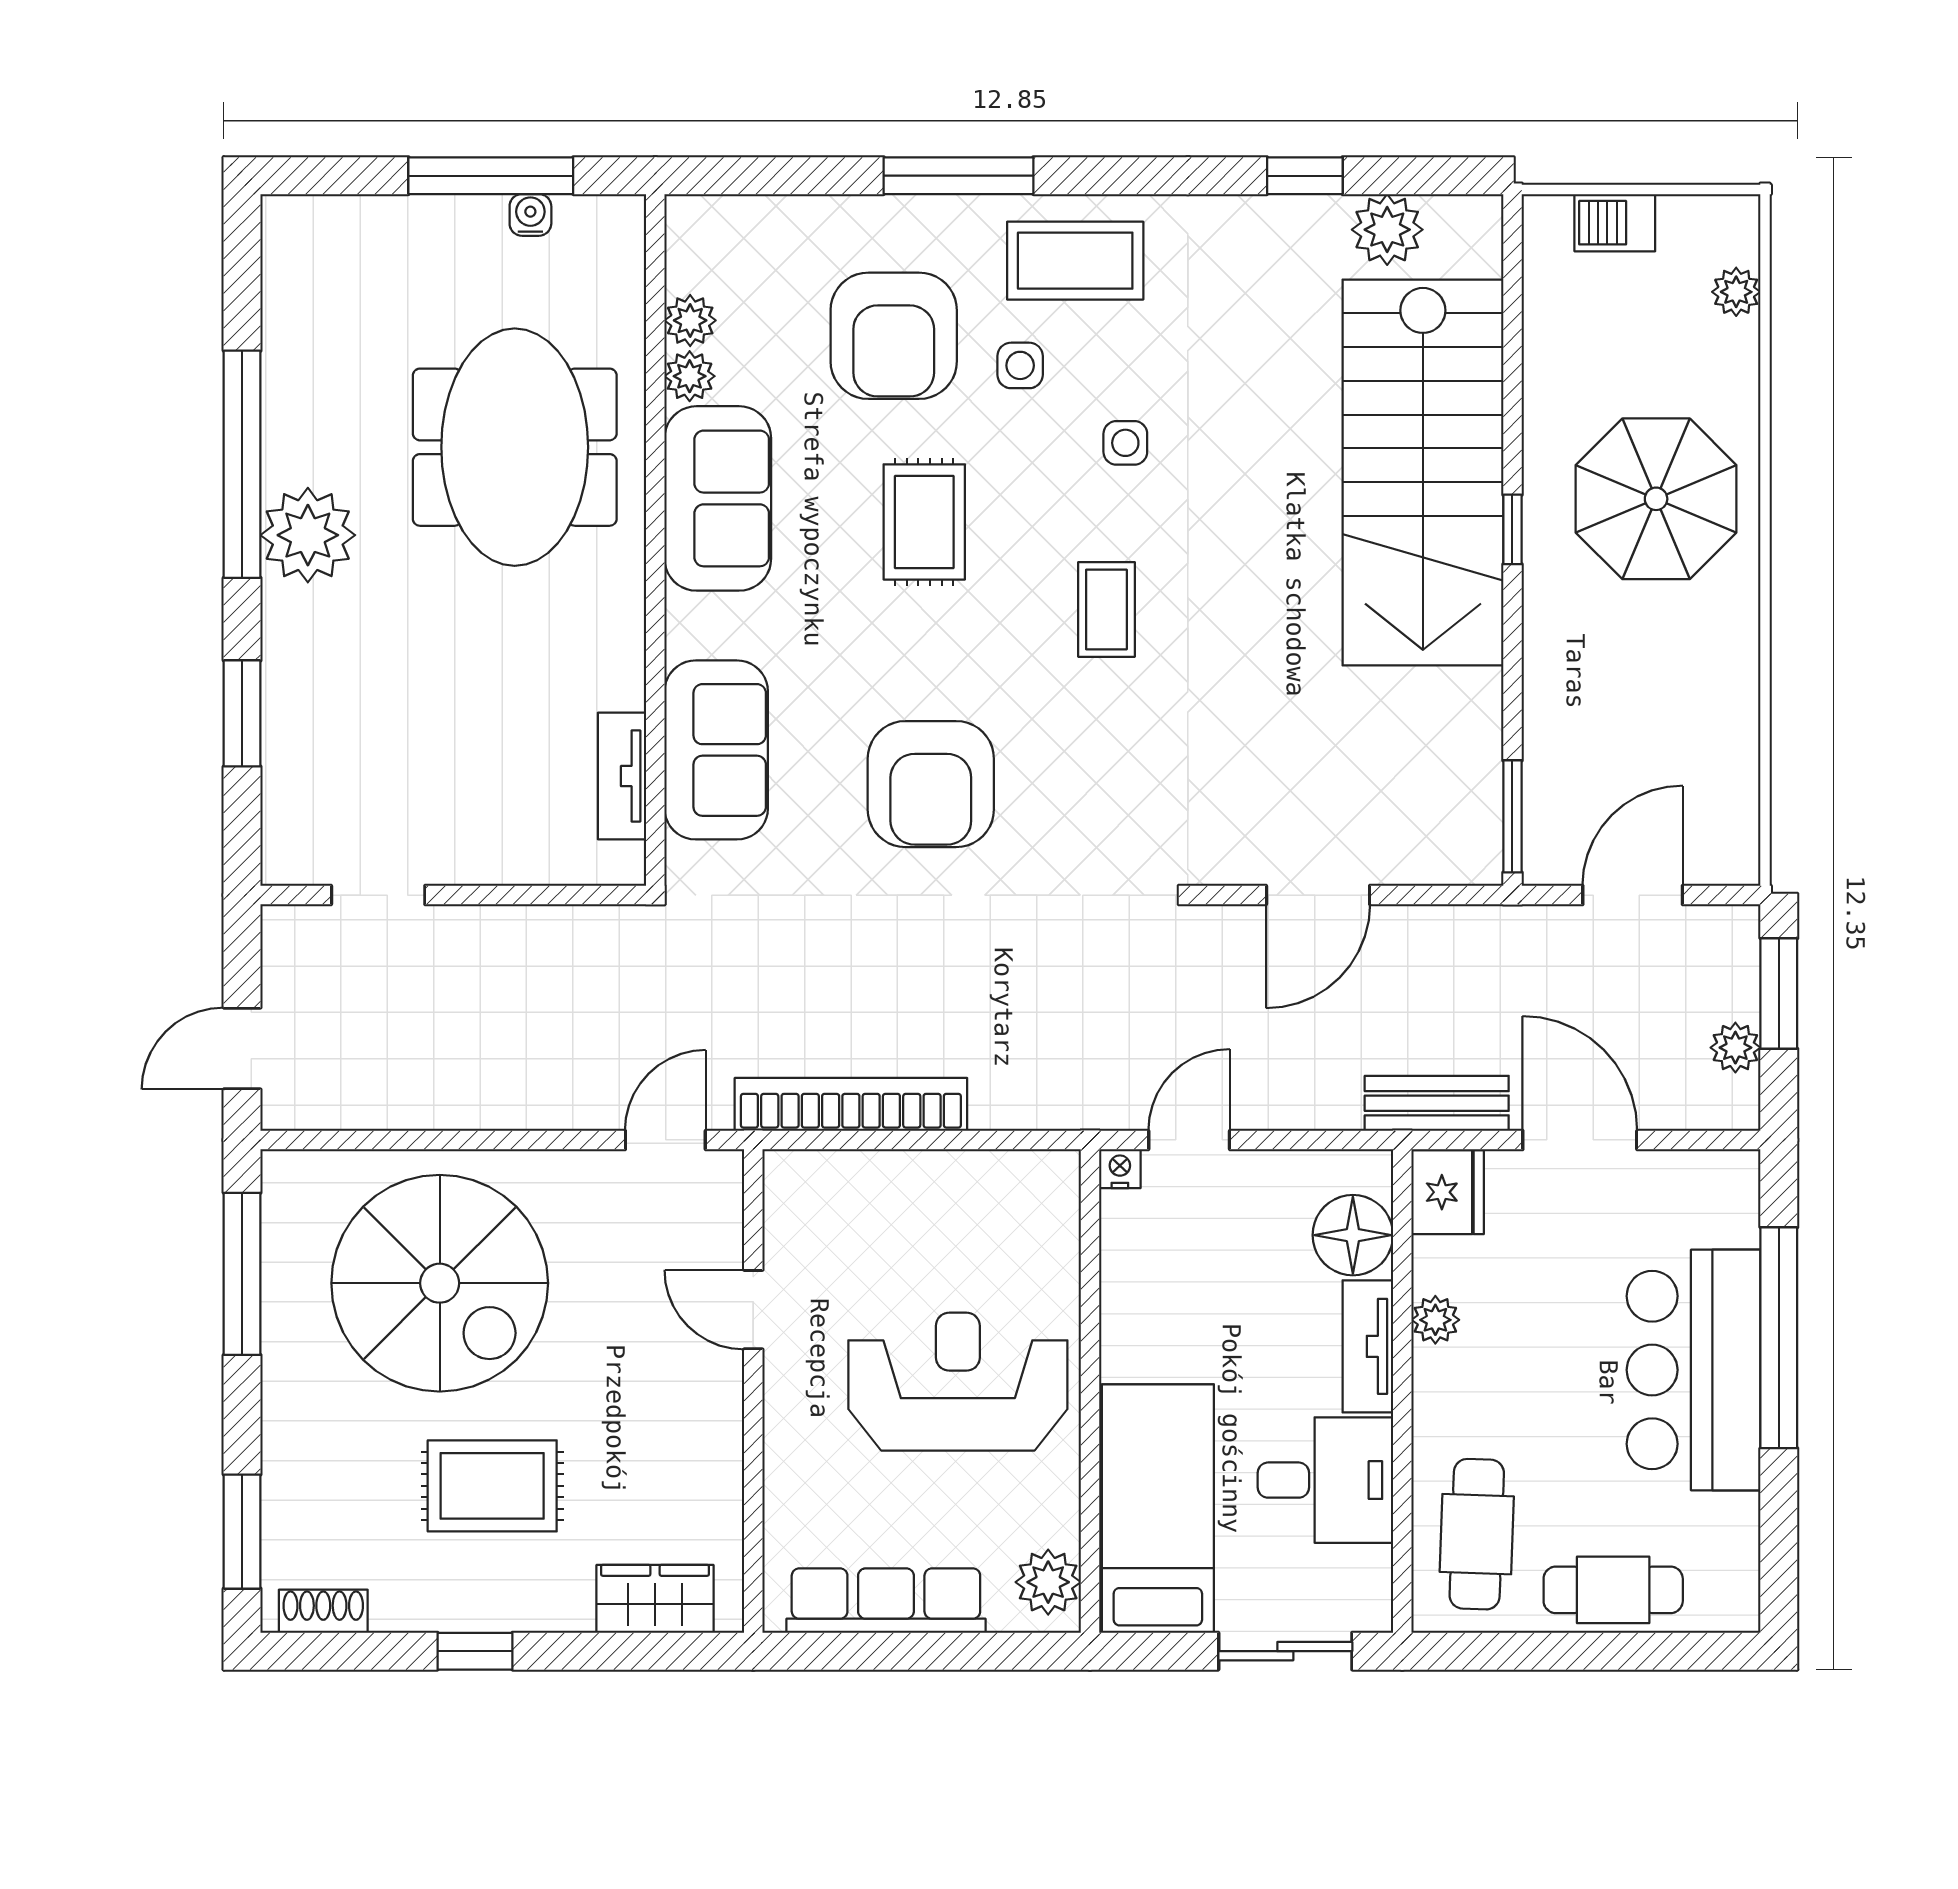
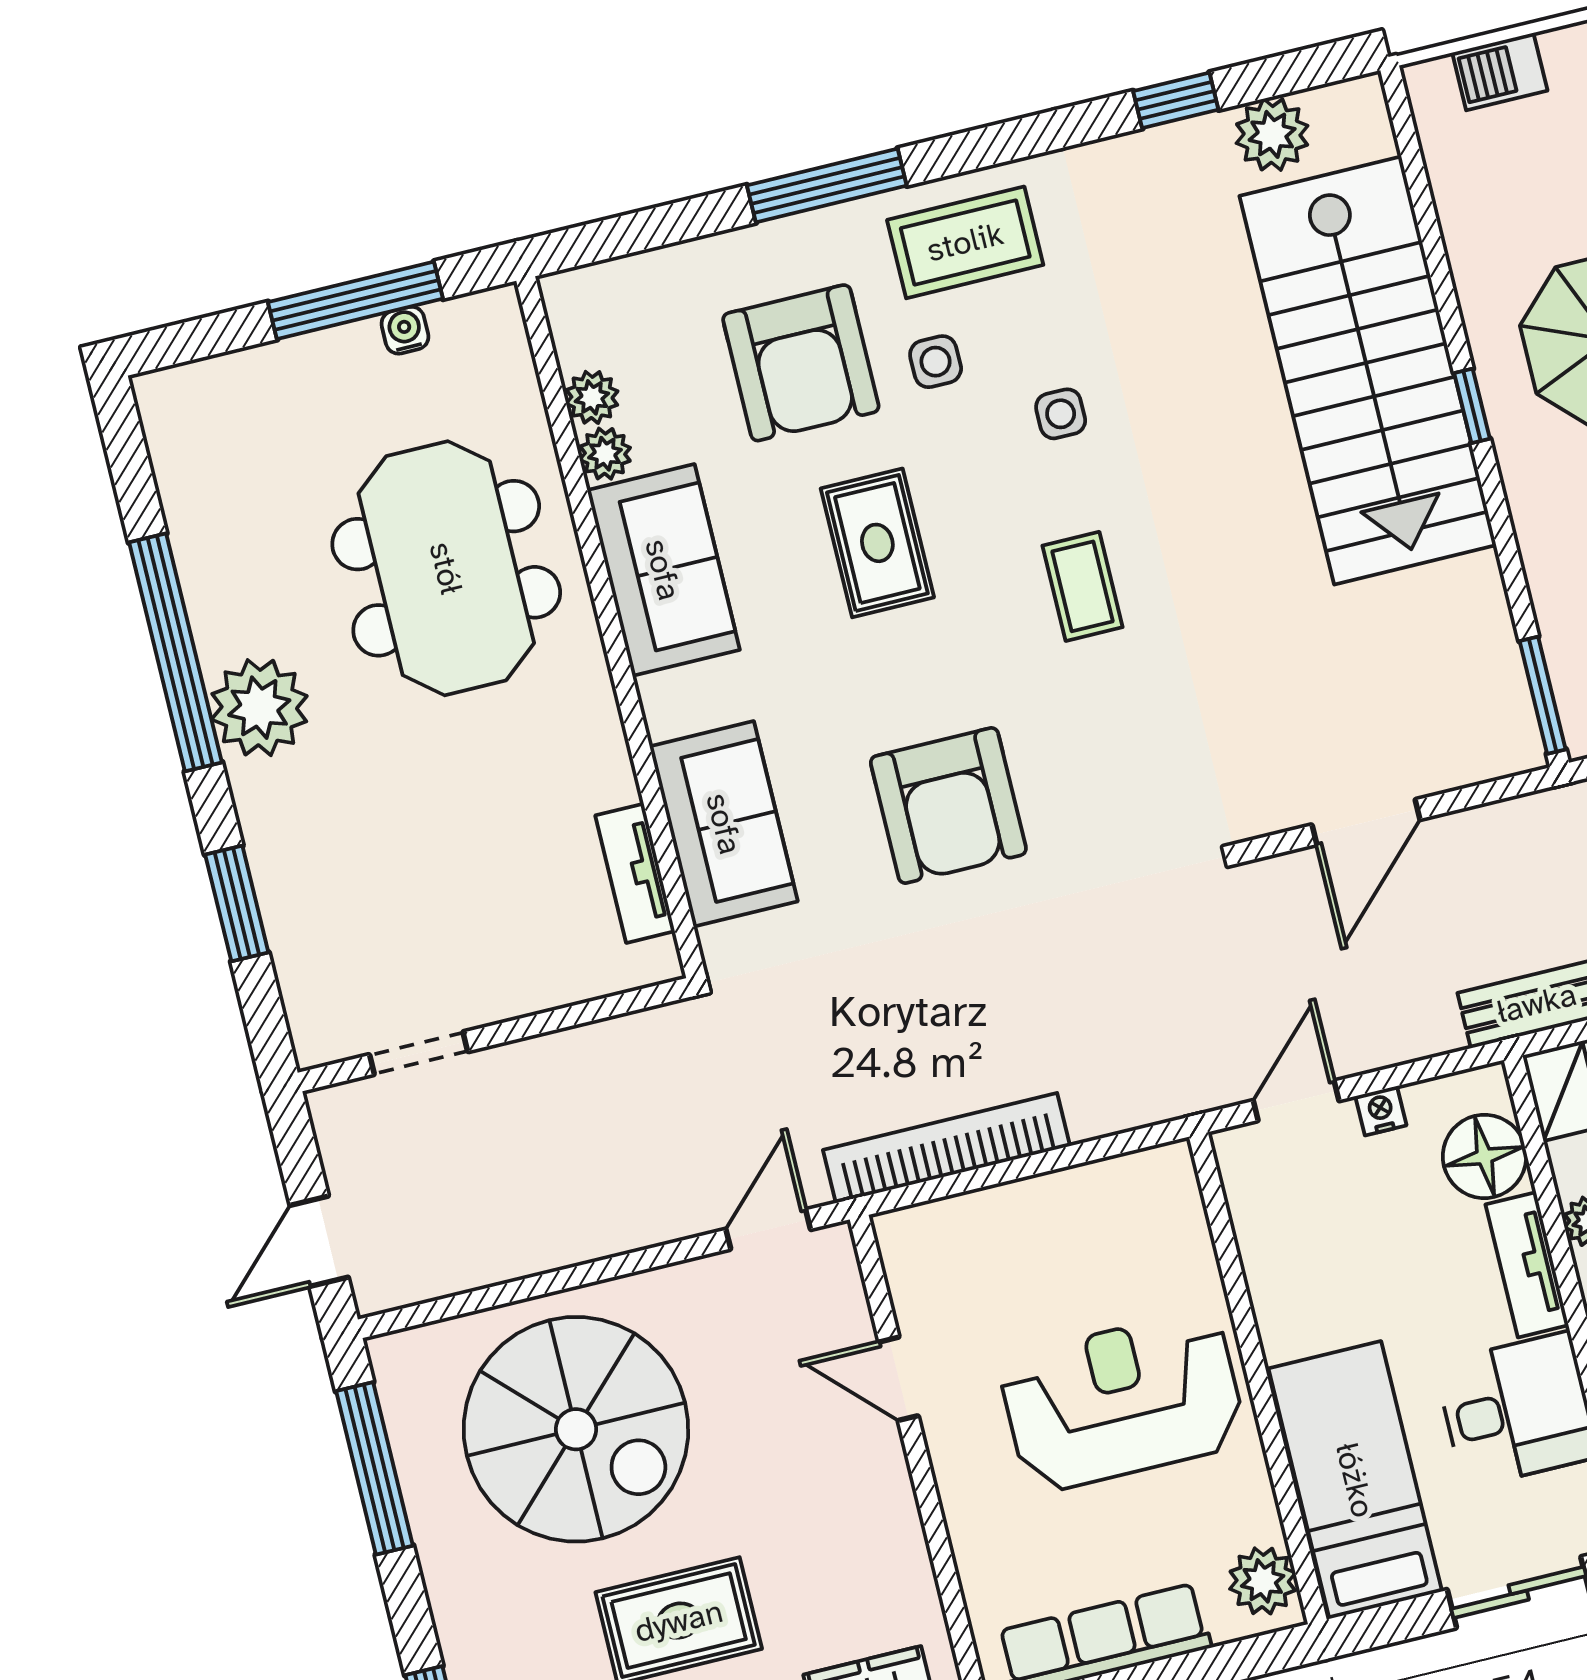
nightstand: (1120, 1169) -> (1381, 1111), moved

